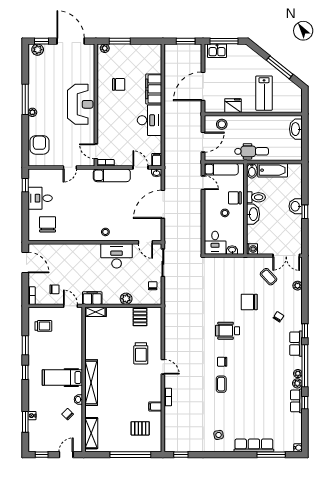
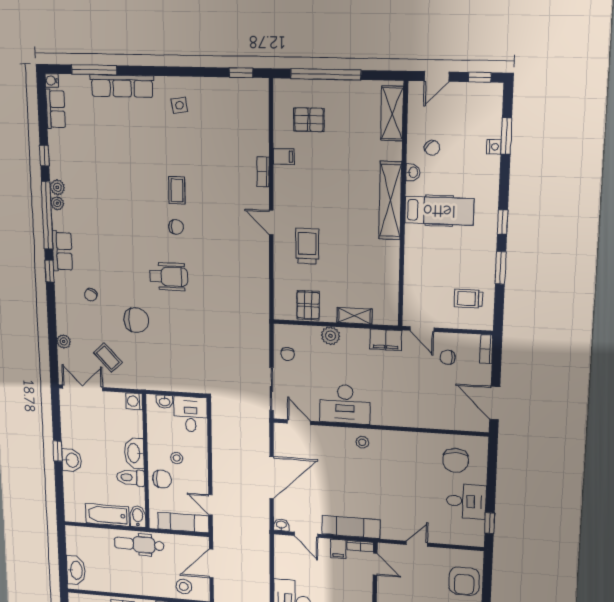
filing cabinet: (157, 160) -> (338, 549), moved
shelving: (96, 312) -> (354, 316), moved
row of seats: (296, 401) -> (56, 109), moved

